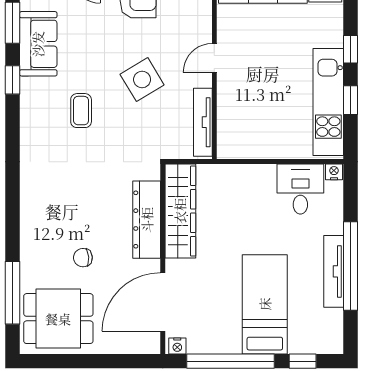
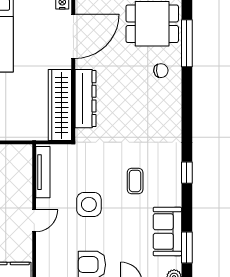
window: (13, 80) -> (187, 173), moved
side table: (142, 80) -> (89, 204), turned 31
chair: (83, 258) -> (161, 71), moved

